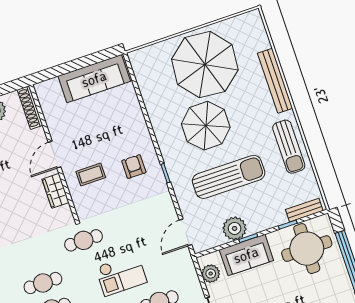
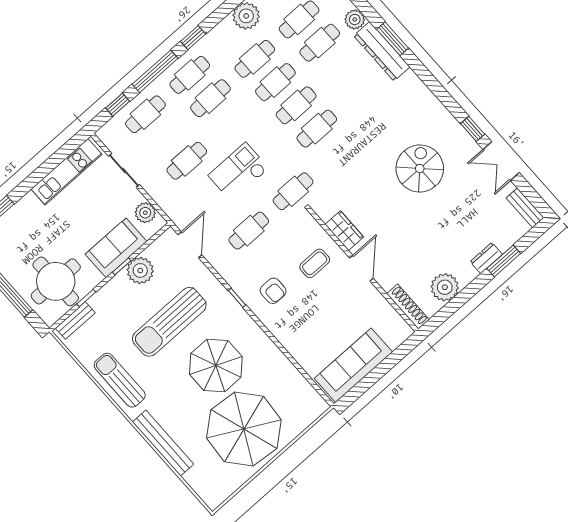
cafe table: (133, 224) -> (249, 231), added

